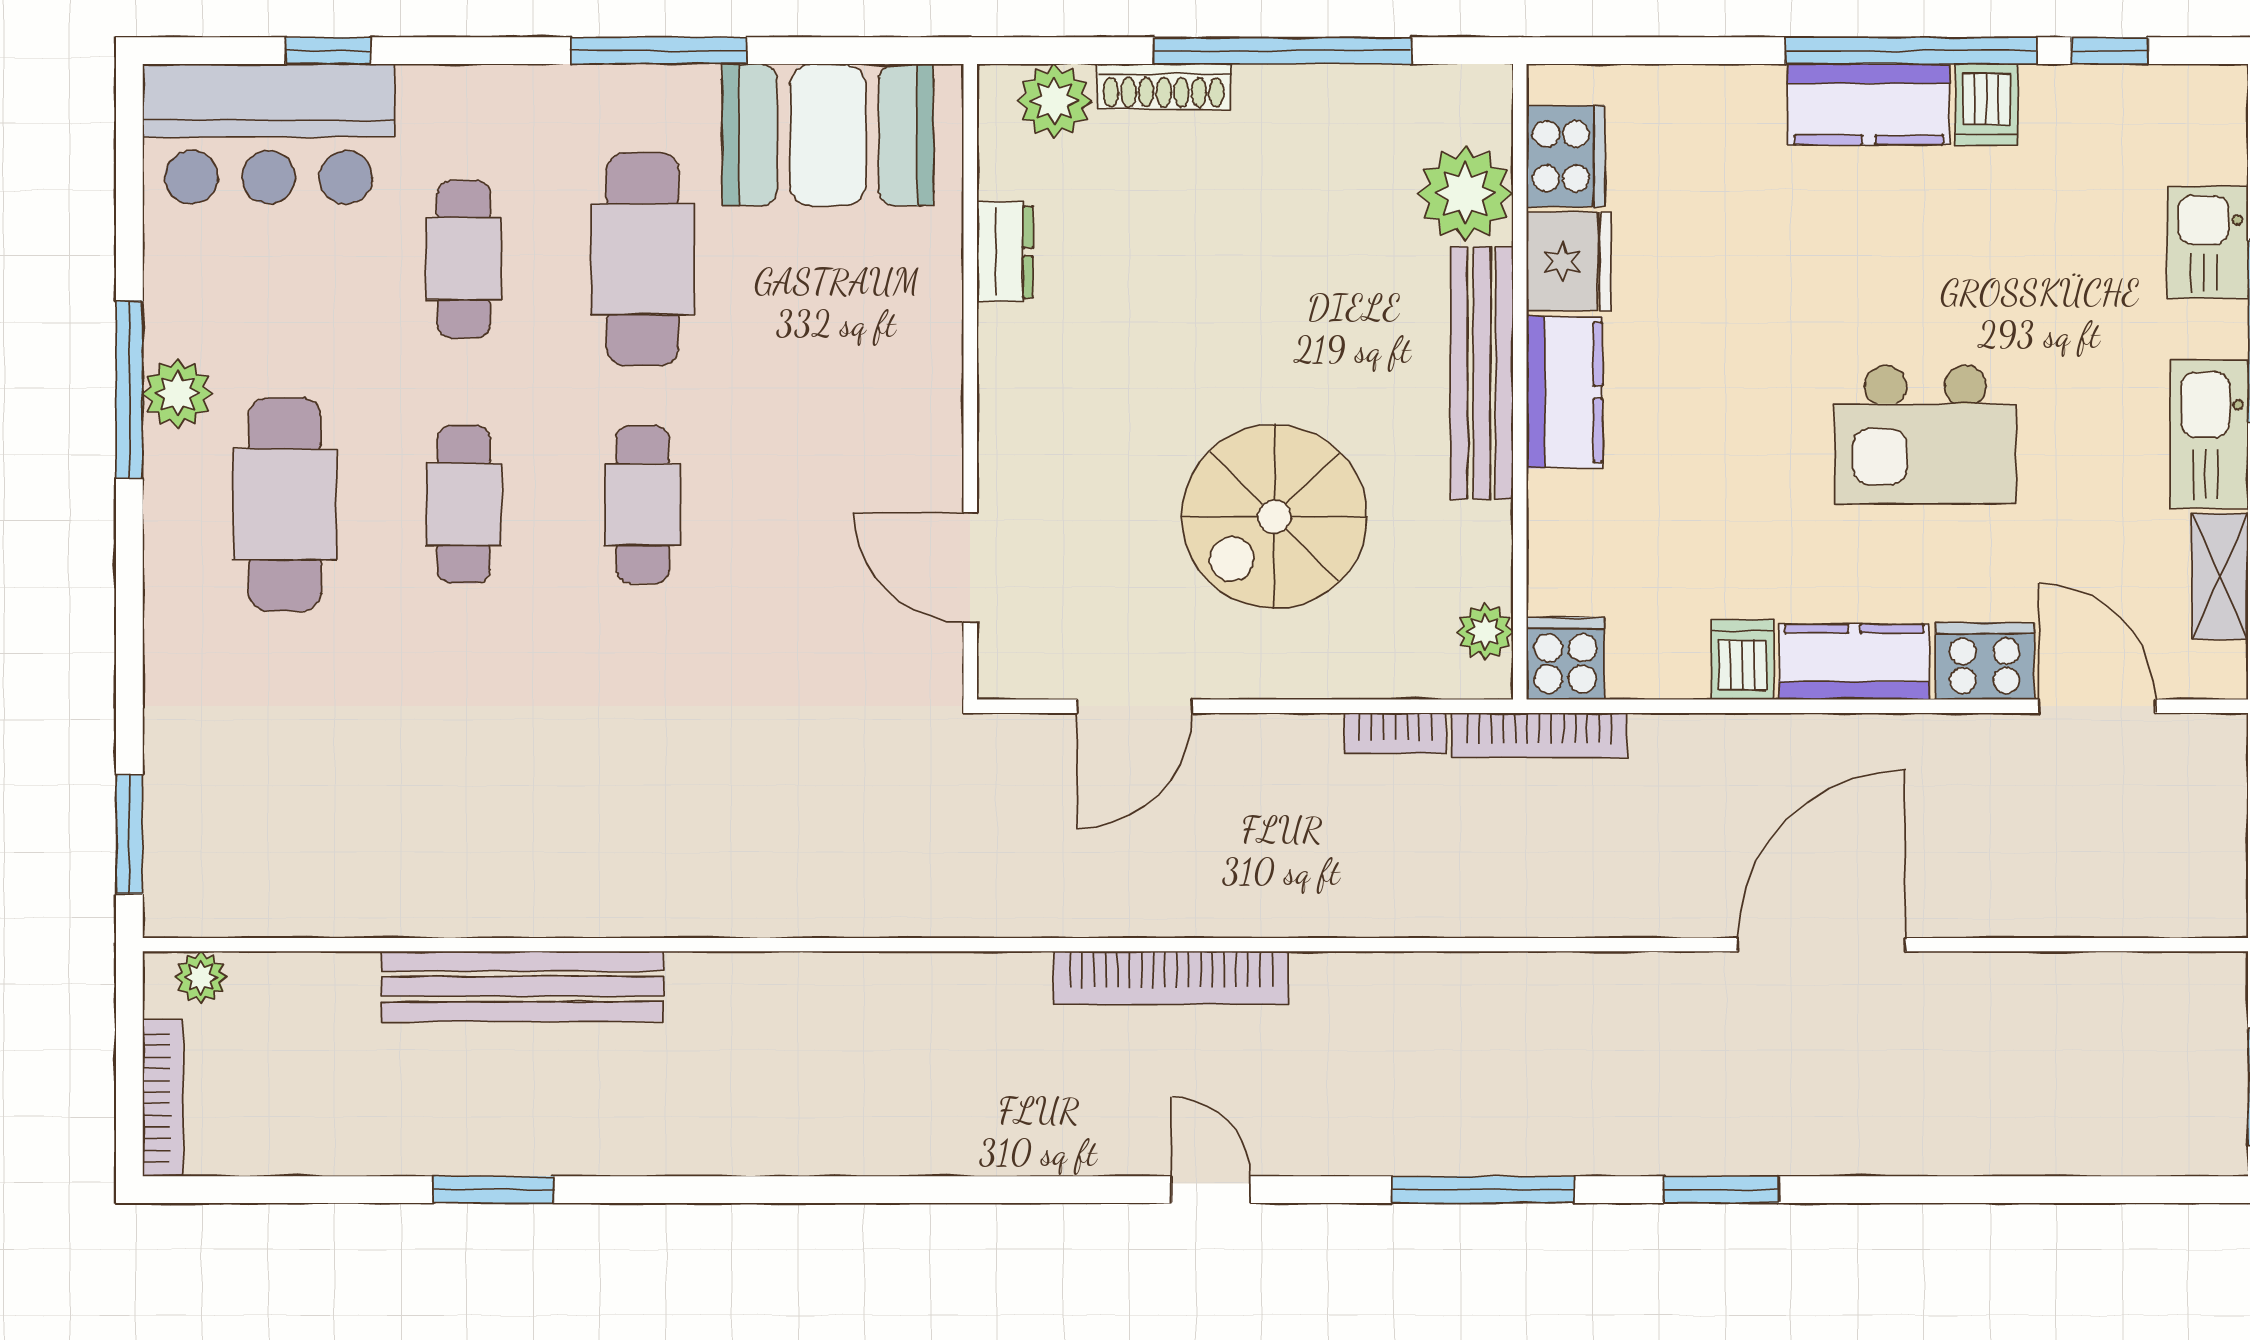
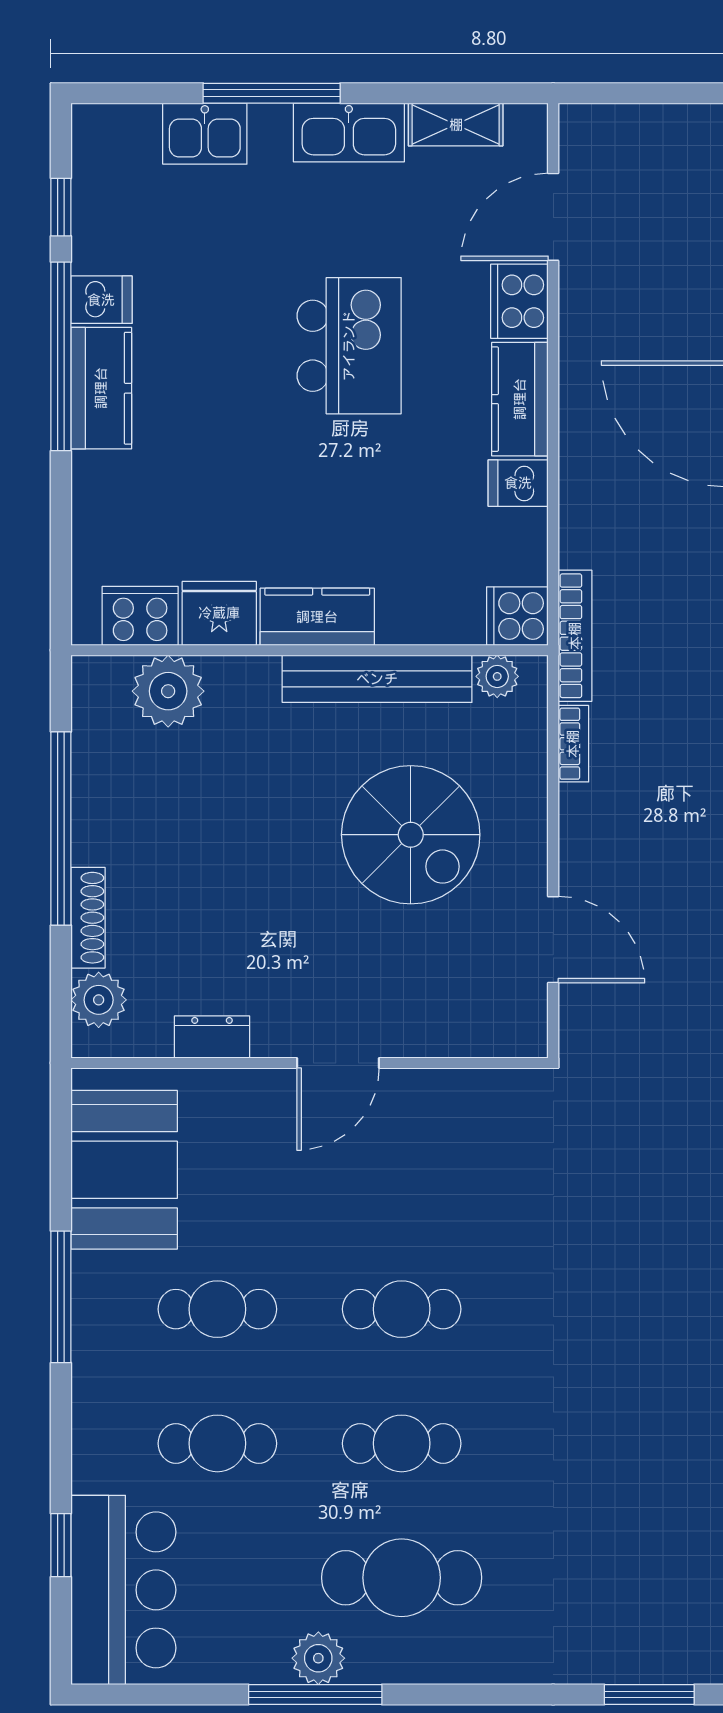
cafe table: (643, 259) -> (217, 1309), width x0.73, depth x0.74
bench: (1482, 373) -> (377, 679), moved
door: (970, 567) -> (338, 1063), moved

